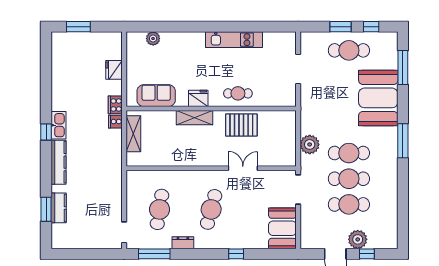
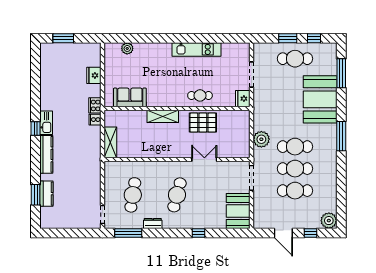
fridge: (198, 98) -> (243, 99), moved, turned -90
shelving: (133, 134) -> (110, 142), moved
plant: (358, 239) -> (329, 221), moved

